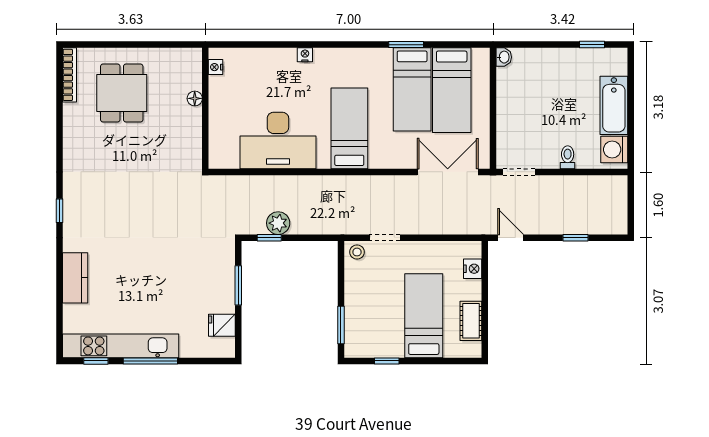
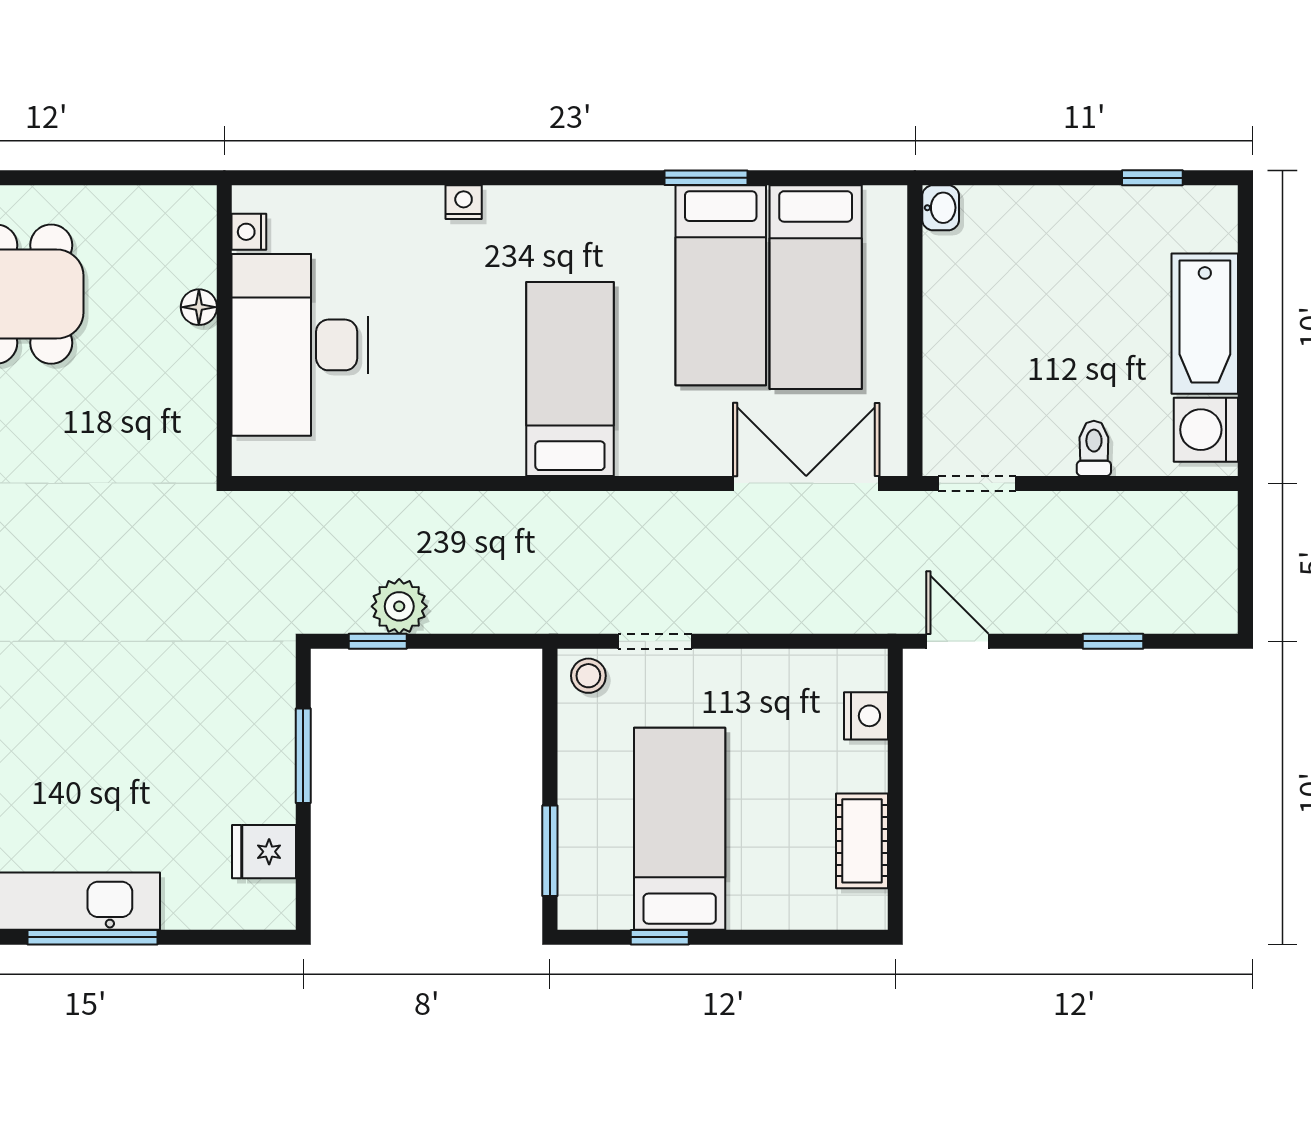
desk: (278, 140) -> (300, 345), moved, turned 90
bed: (424, 316) -> (680, 829), moved

